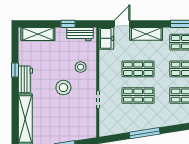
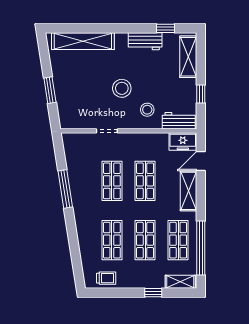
door: (122, 24) -> (201, 161), swing flipped
workbench: (80, 34) -> (179, 121), moved, turned 90
window: (15, 70) -> (165, 28), moved
workbench: (25, 79) -> (145, 41), moved

